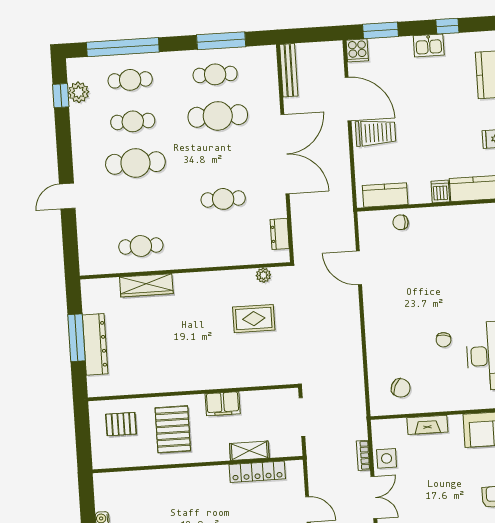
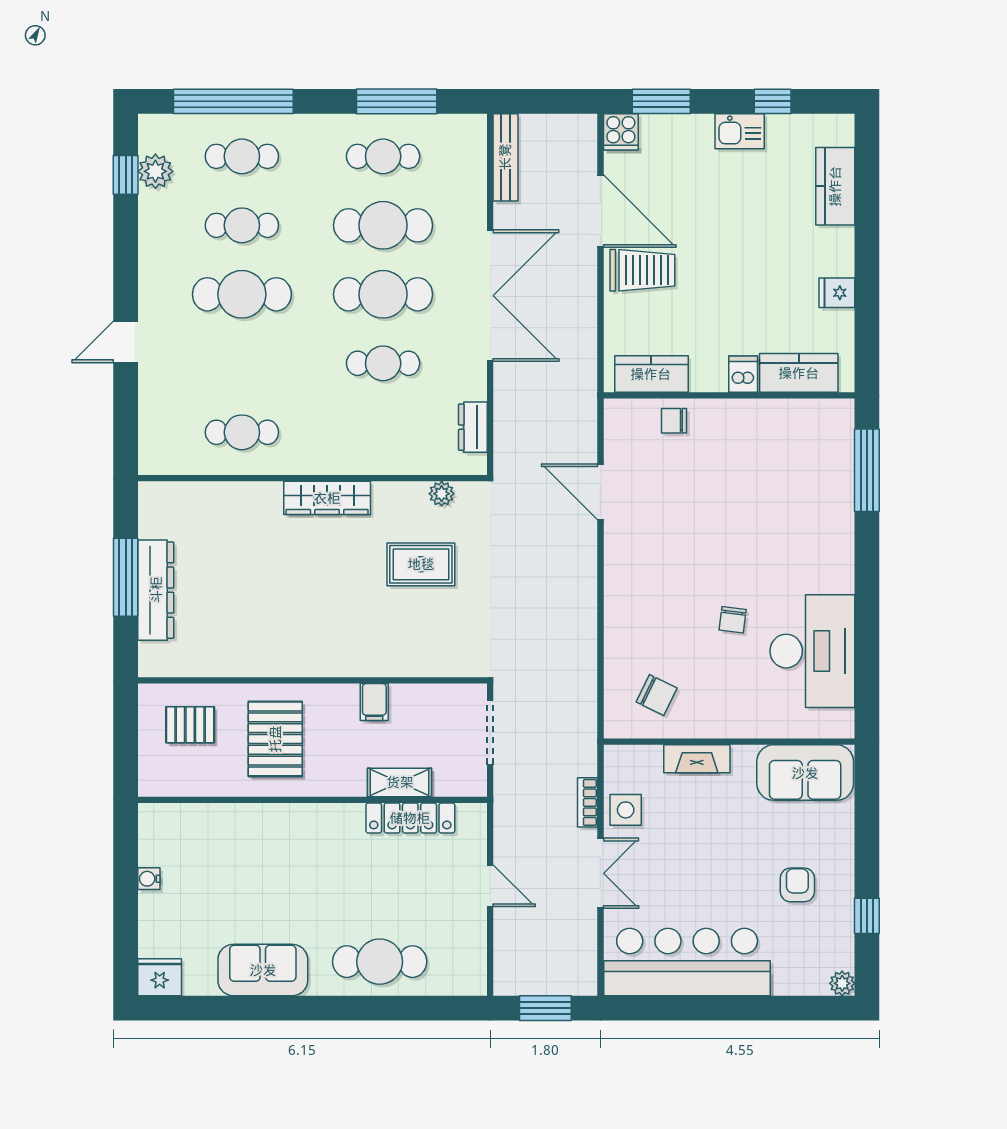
cafe table: (220, 157) -> (383, 294), added
wardrobe: (146, 285) -> (327, 498), moved
filing cabinet: (223, 404) -> (374, 702), width x0.50

